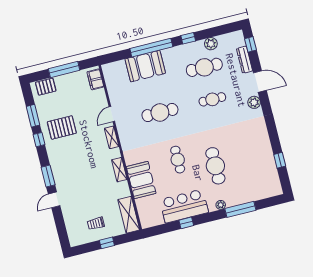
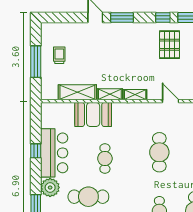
shelving: (112, 137) -> (135, 95), moved
cafe table: (178, 160) -> (105, 158), turned 90
plant: (221, 205) -> (50, 188), width x1.88, depth x1.88
shelving: (129, 215) -> (77, 92), moved
window: (107, 243) -> (36, 62), width x2.17

